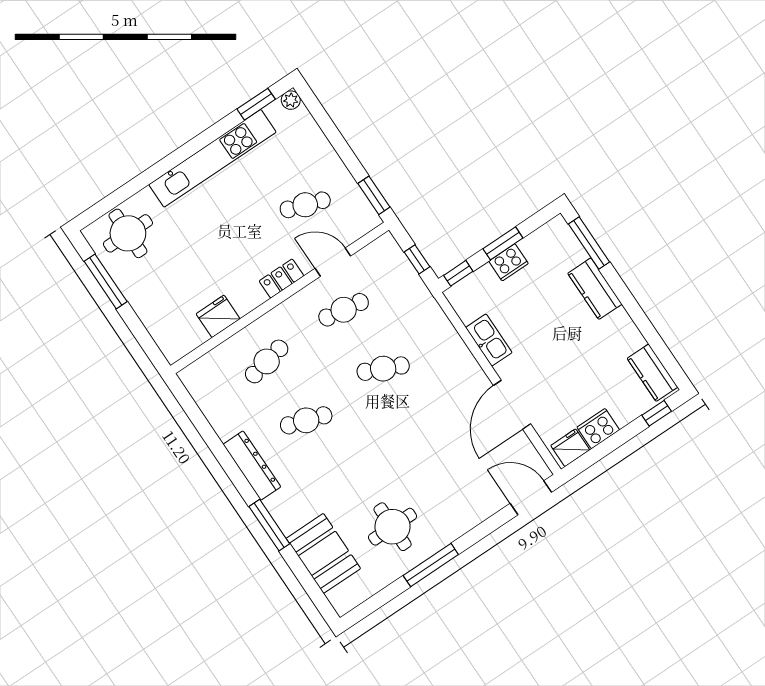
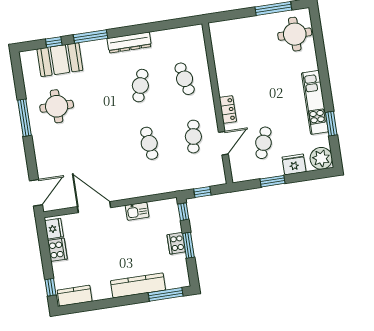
plant: (291, 100) -> (321, 158), width x1.87, depth x1.87
window: (256, 104) -> (331, 124), moved
kitchen unit: (212, 158) -> (315, 102), width x0.73
window: (374, 195) -> (272, 181), moved
kitchen counter: (595, 289) -> (138, 285), width x1.50
fridge: (218, 316) -> (294, 164), moved, turned -90
kitchen sink: (489, 340) -> (137, 211), width x0.73
cafe table: (383, 369) -> (149, 143), turned -30
window: (302, 574) -> (54, 42), added

